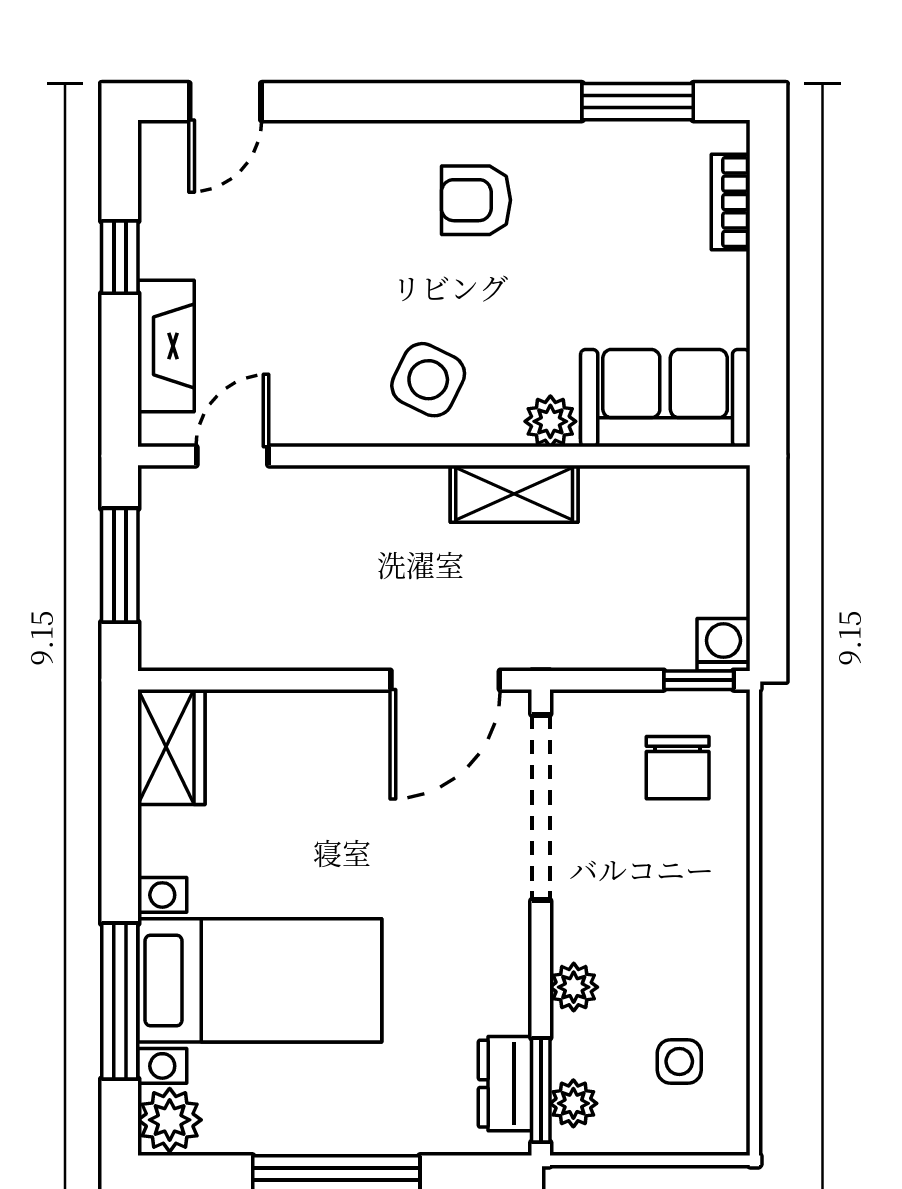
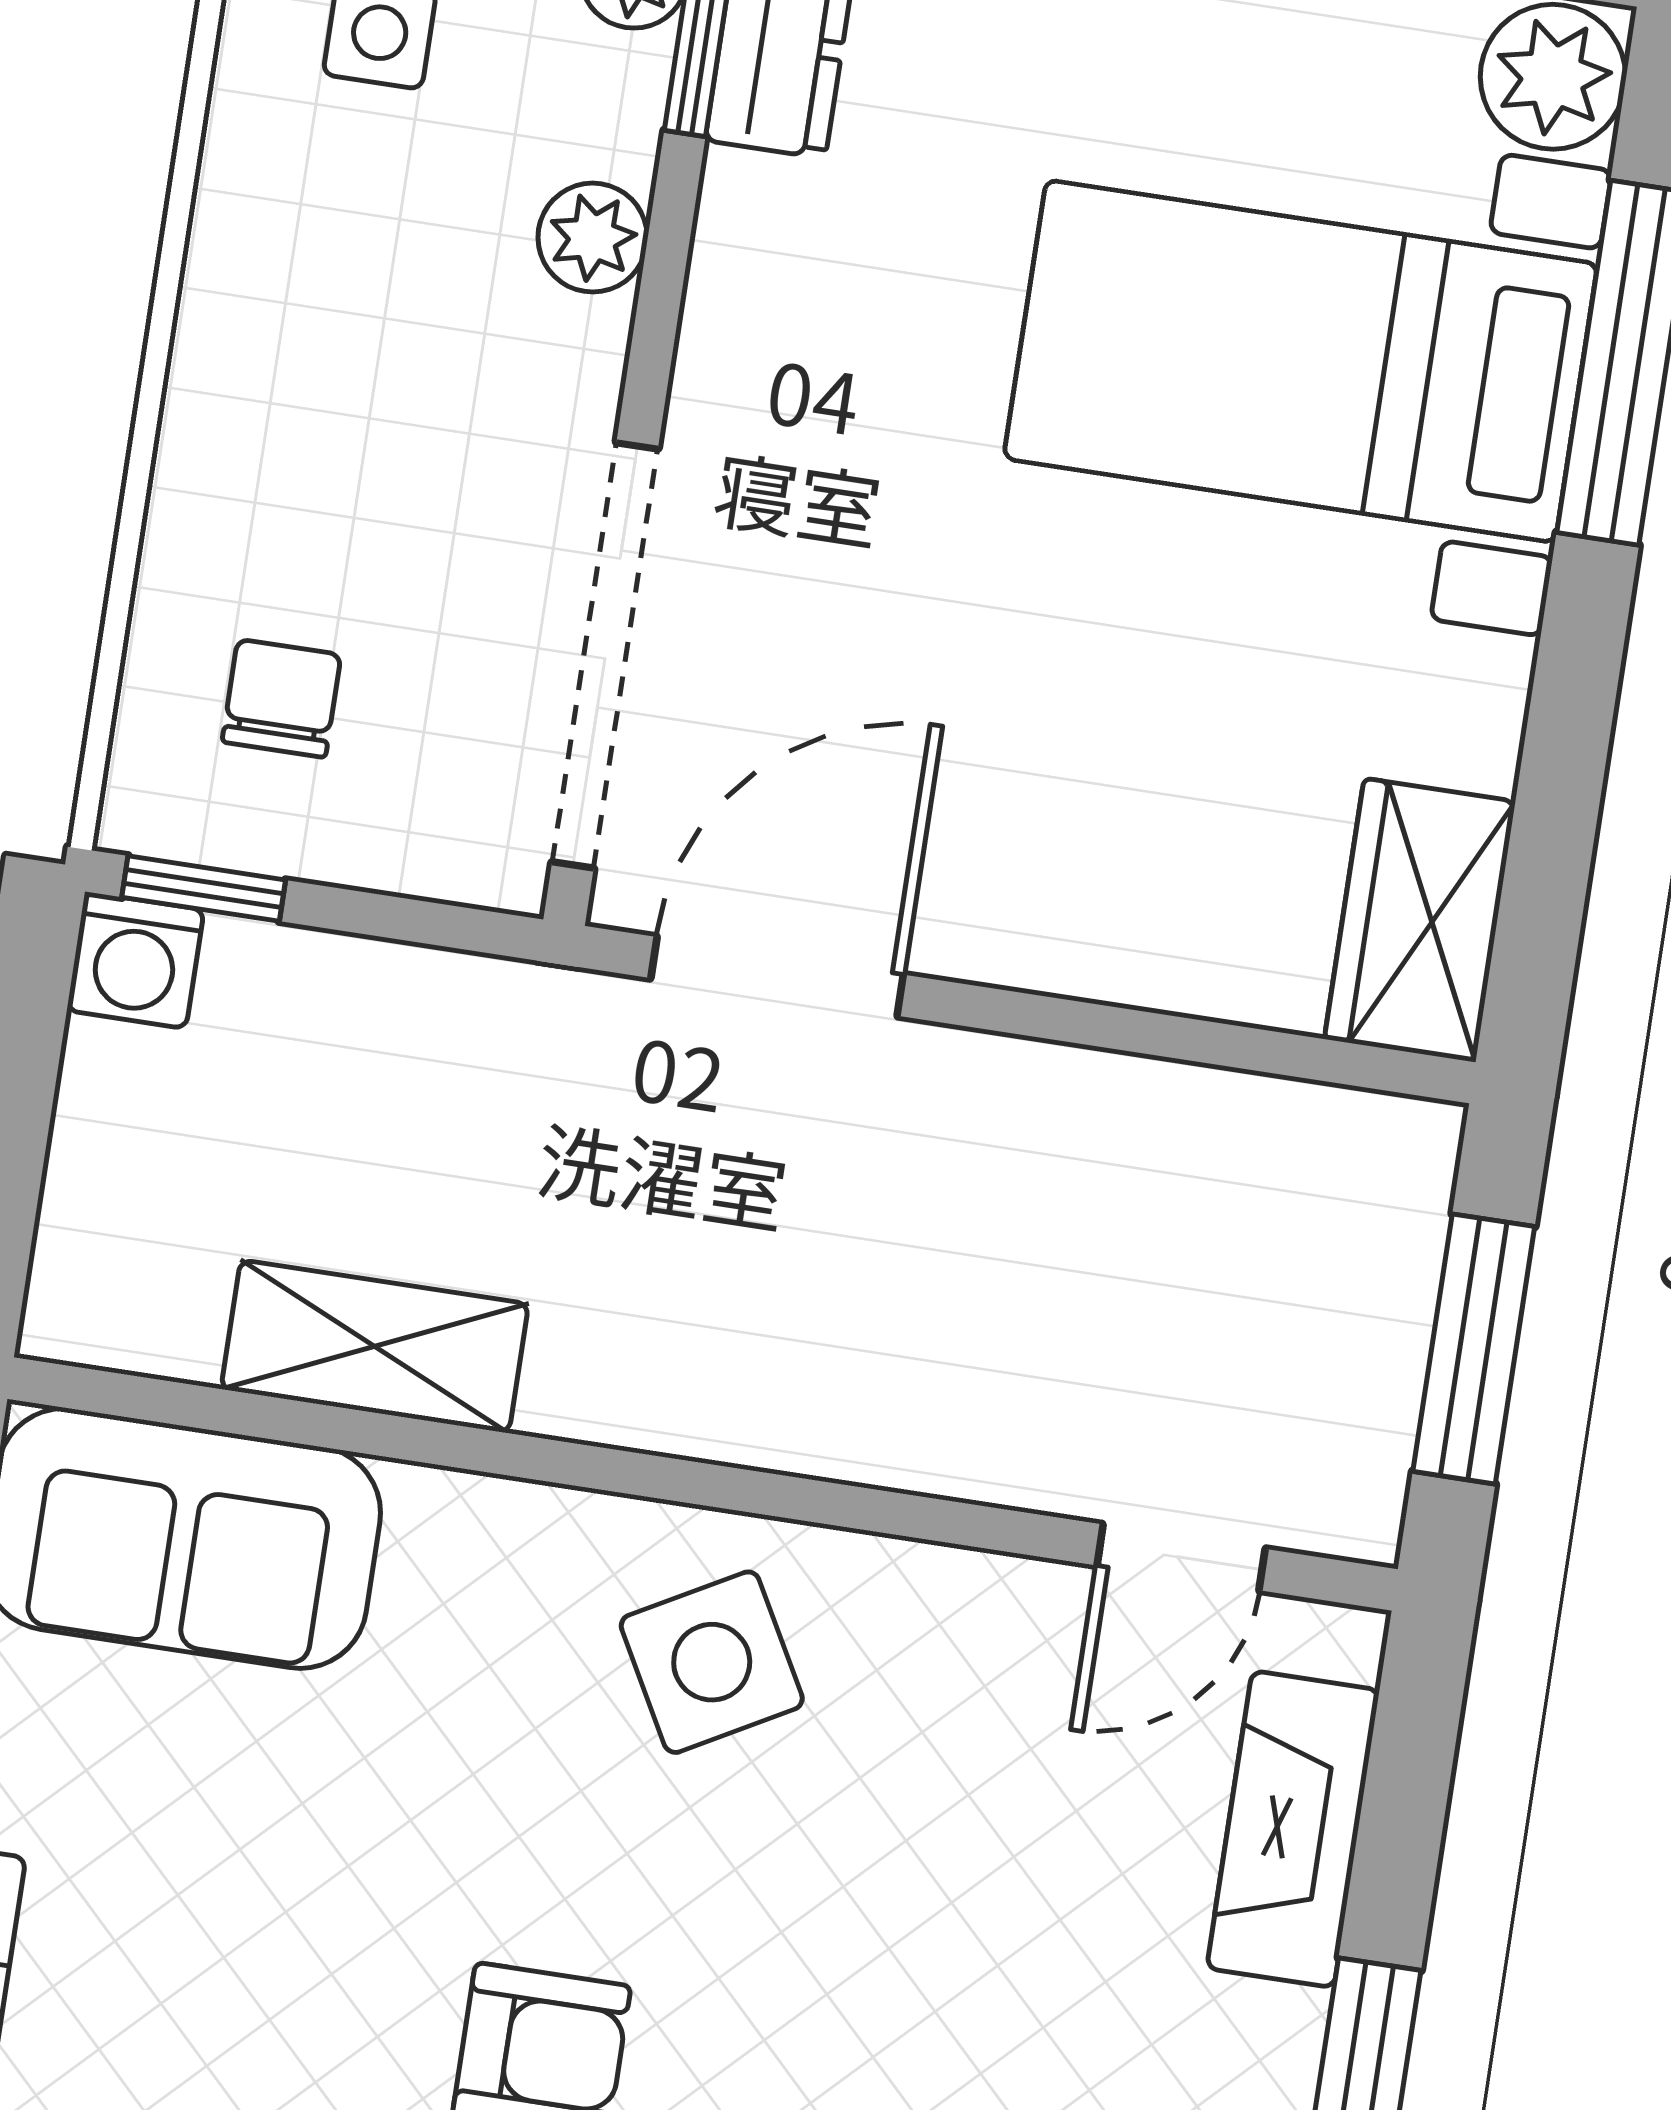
side table: (428, 380) -> (712, 1662), turned 35
plant: (550, 421) -> (450, 1525), removed
shelving: (514, 494) -> (375, 1346), moved
chair: (678, 768) -> (282, 698), width x0.73, depth x0.73

